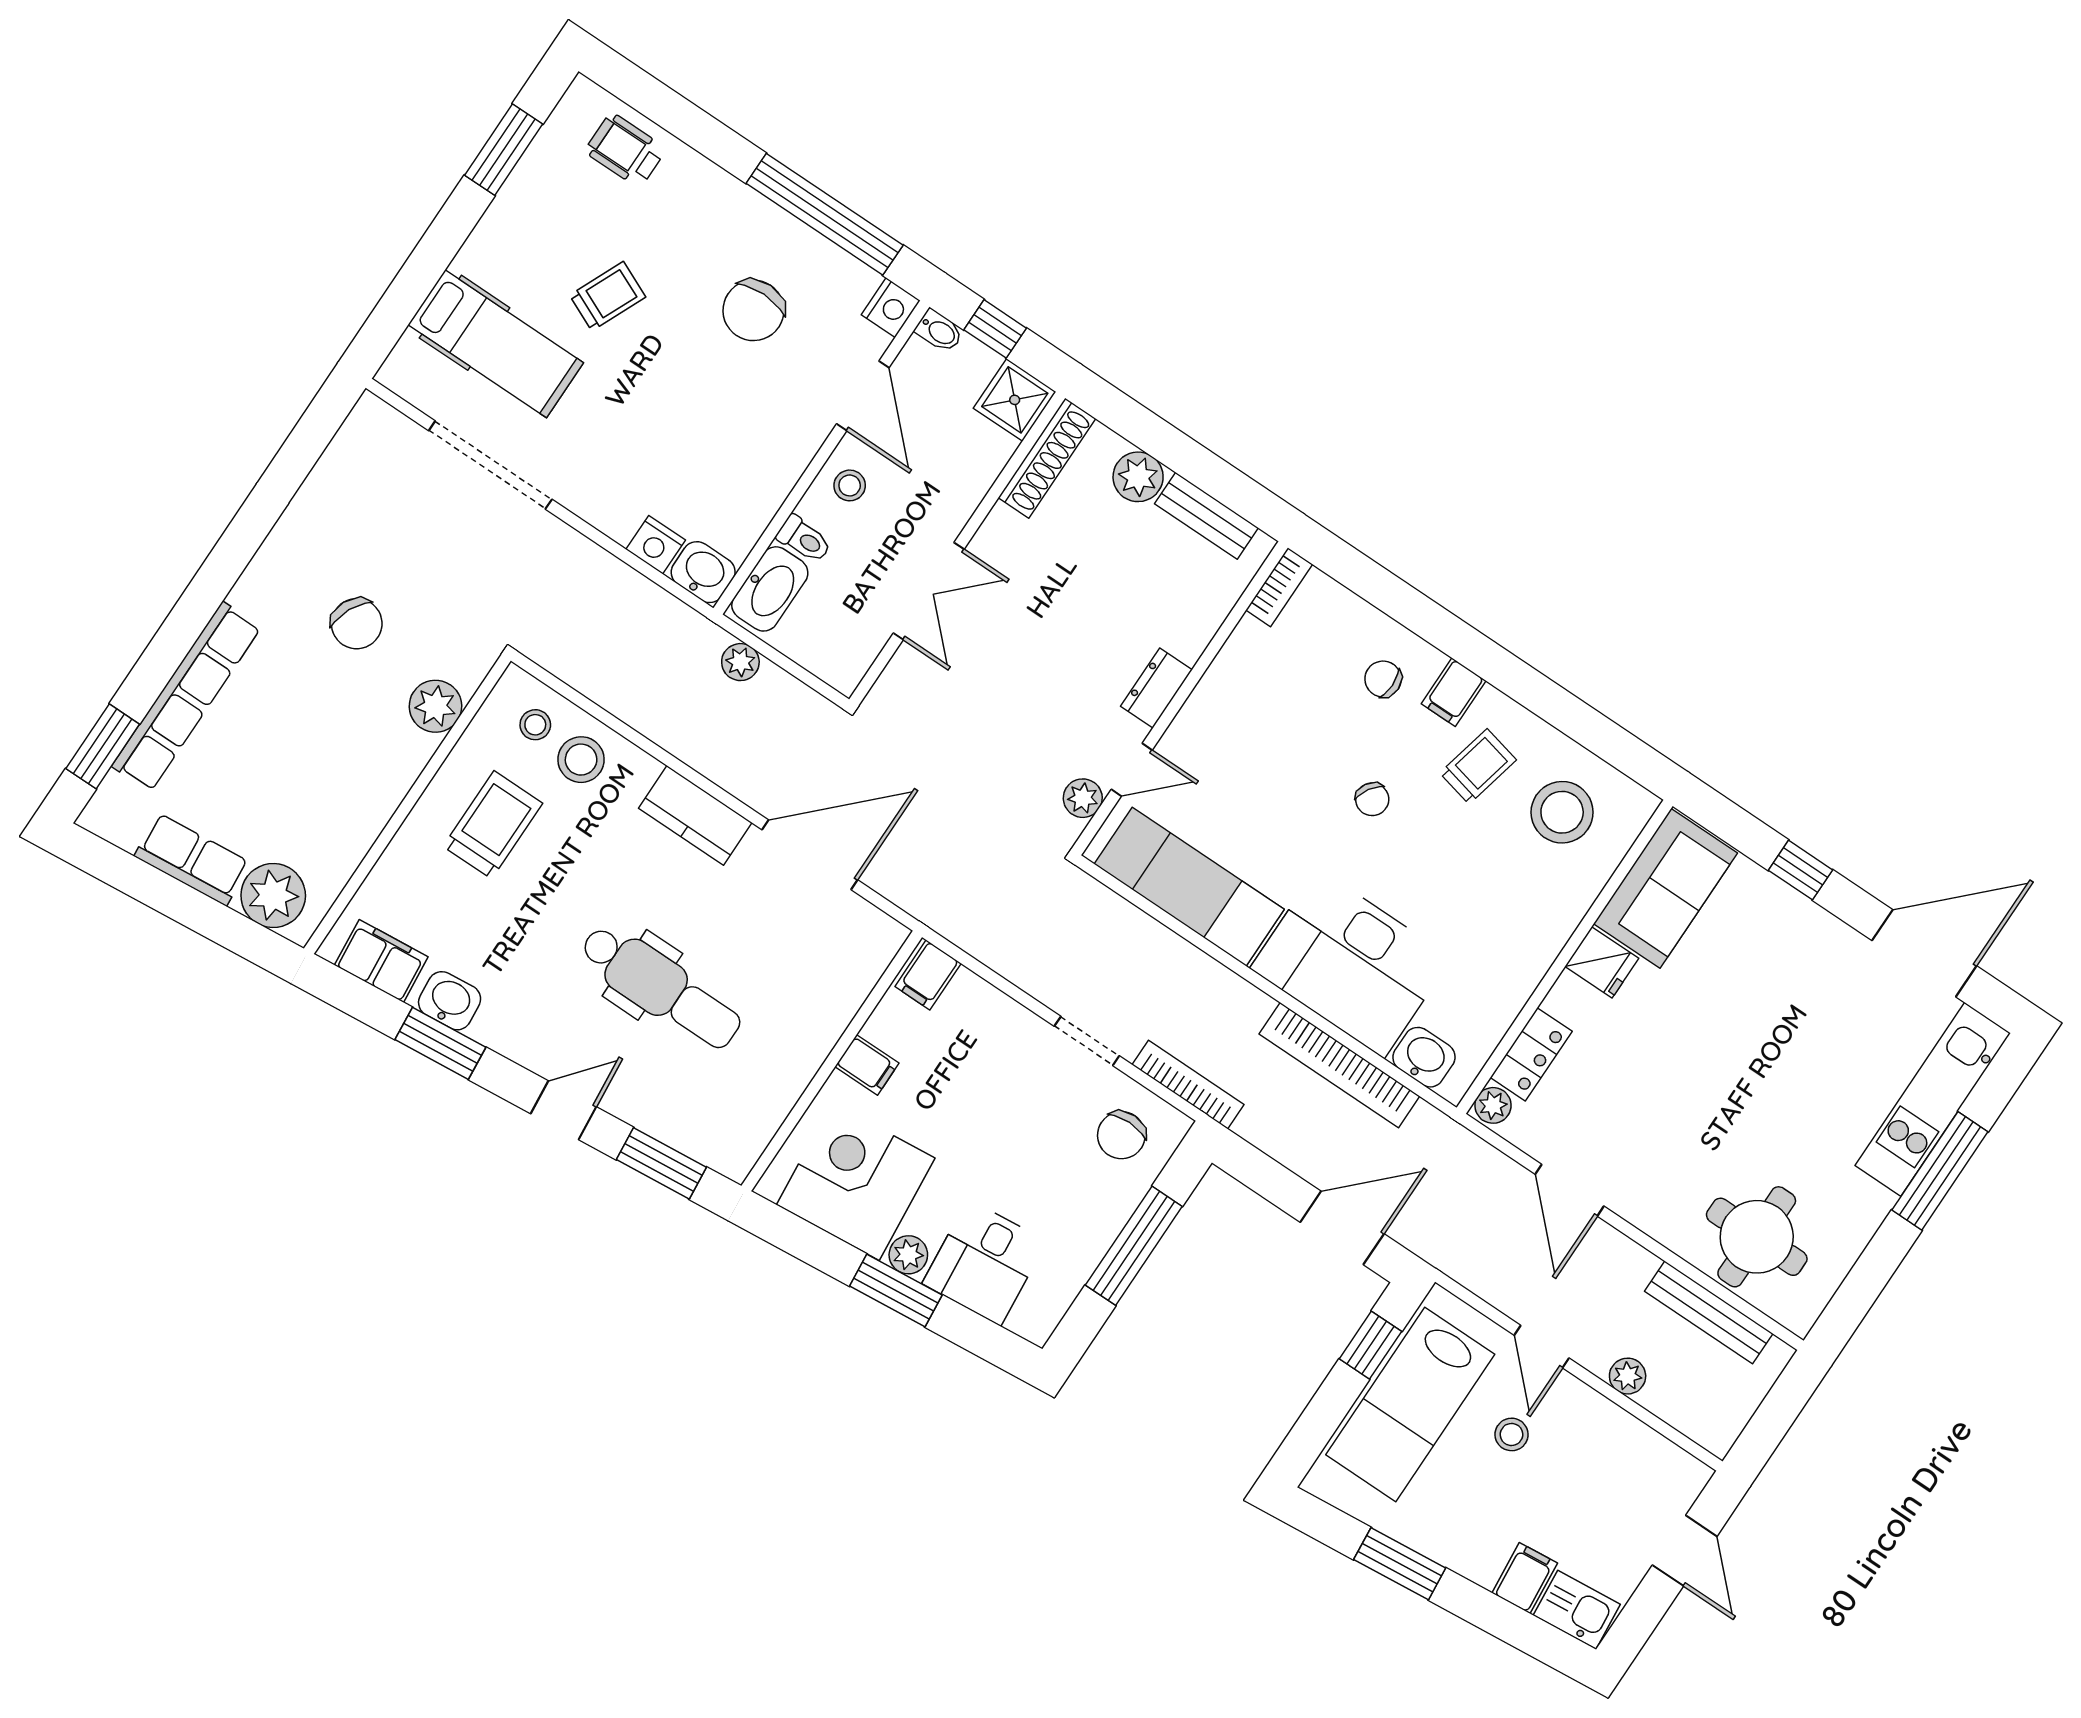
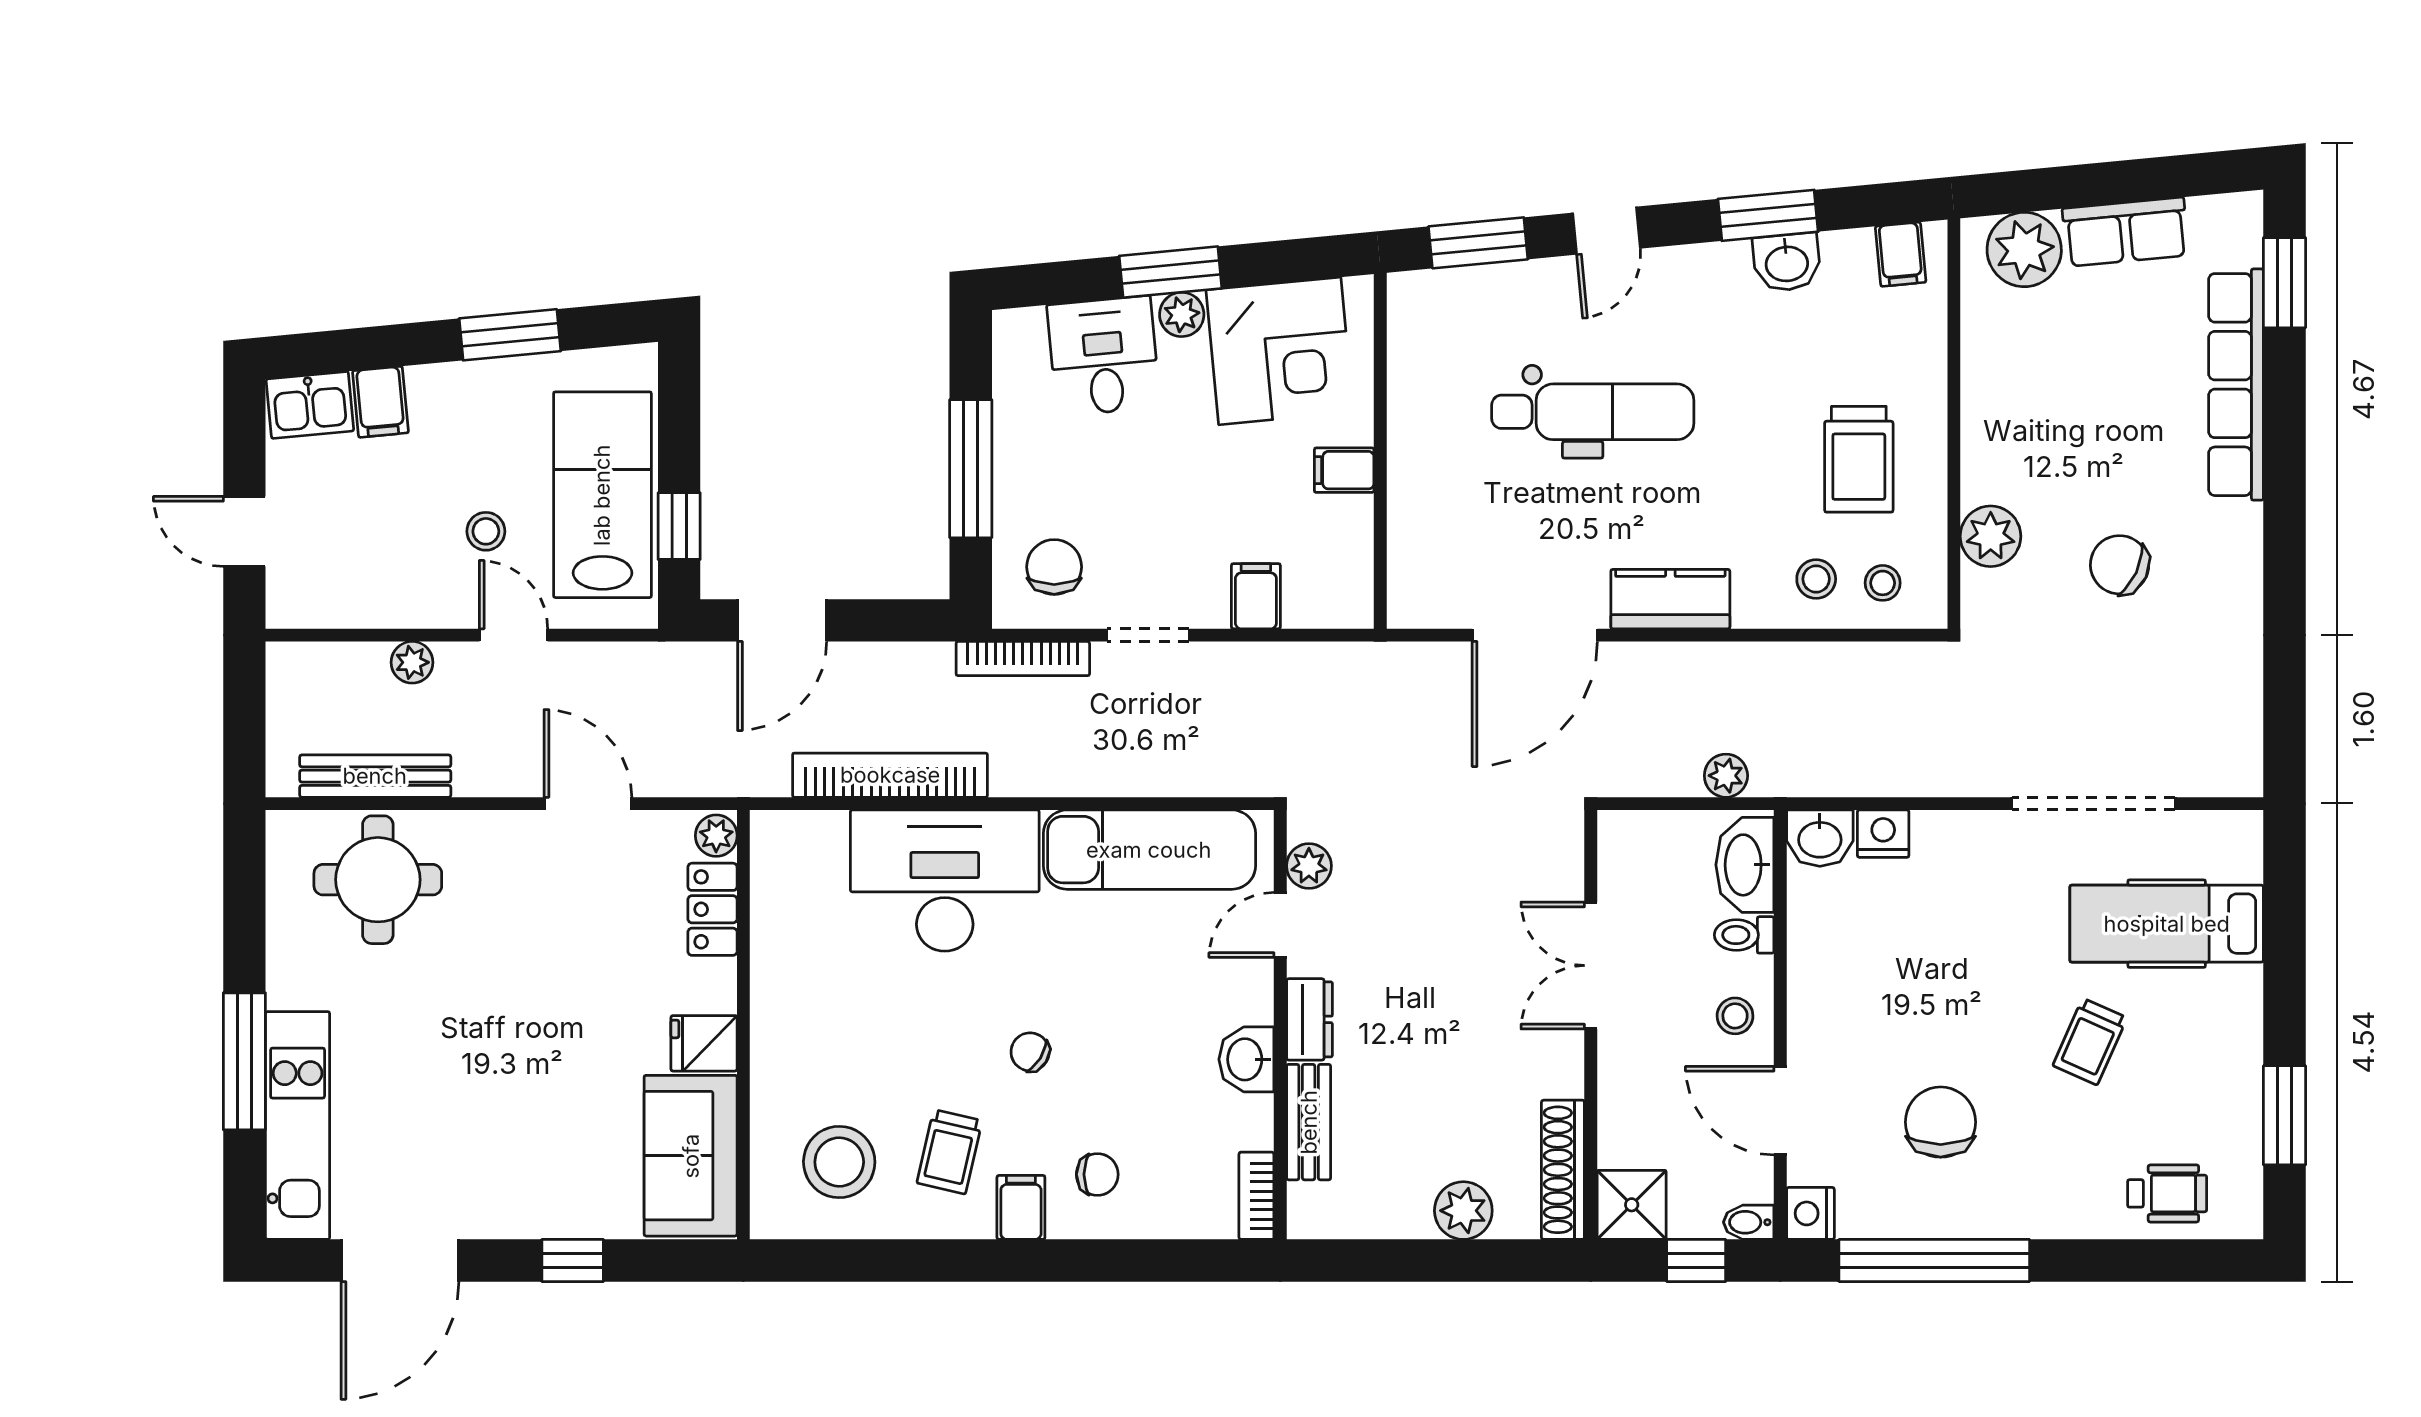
bench: (1206, 516) -> (1309, 1122), moved, turned 90
stool: (581, 760) -> (1816, 579), width x0.73, depth x0.73
filing cabinet: (381, 961) -> (1901, 254), width x0.50
filing cabinet: (928, 975) -> (1256, 596), moved
dental chair: (661, 987) -> (1593, 412), turned 180
washbasin: (1424, 1057) -> (1246, 1059), moved, turned 90

